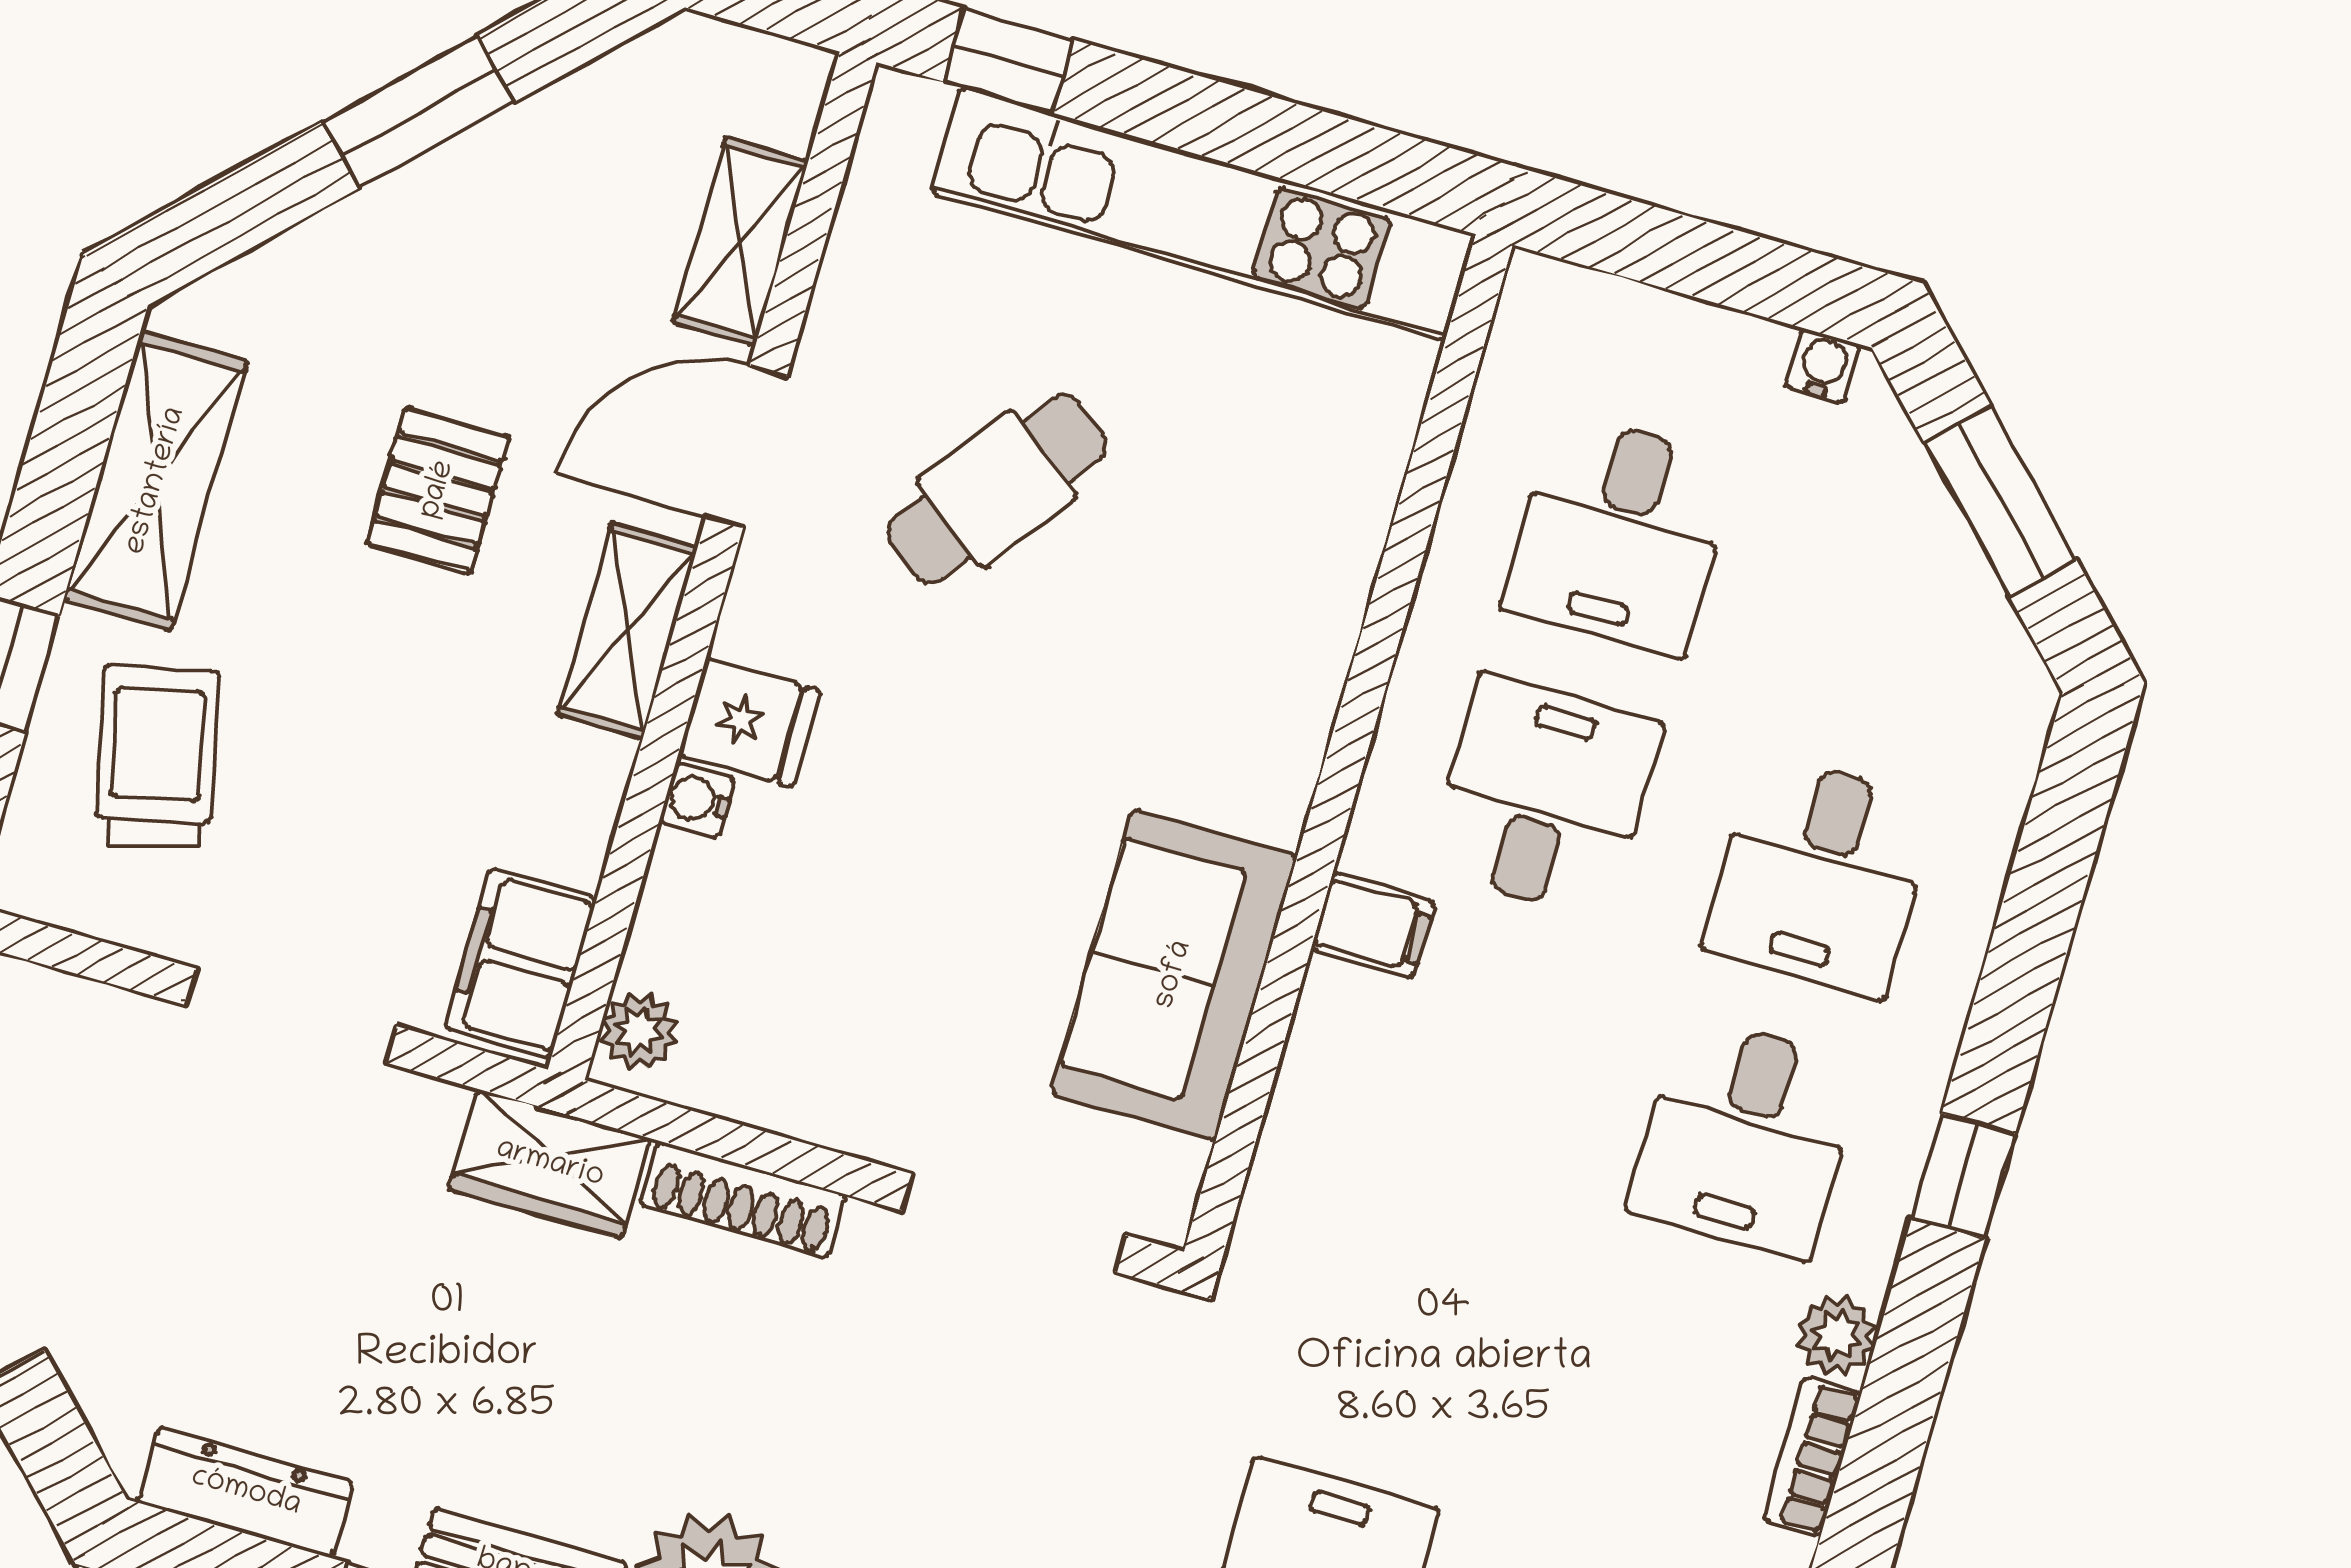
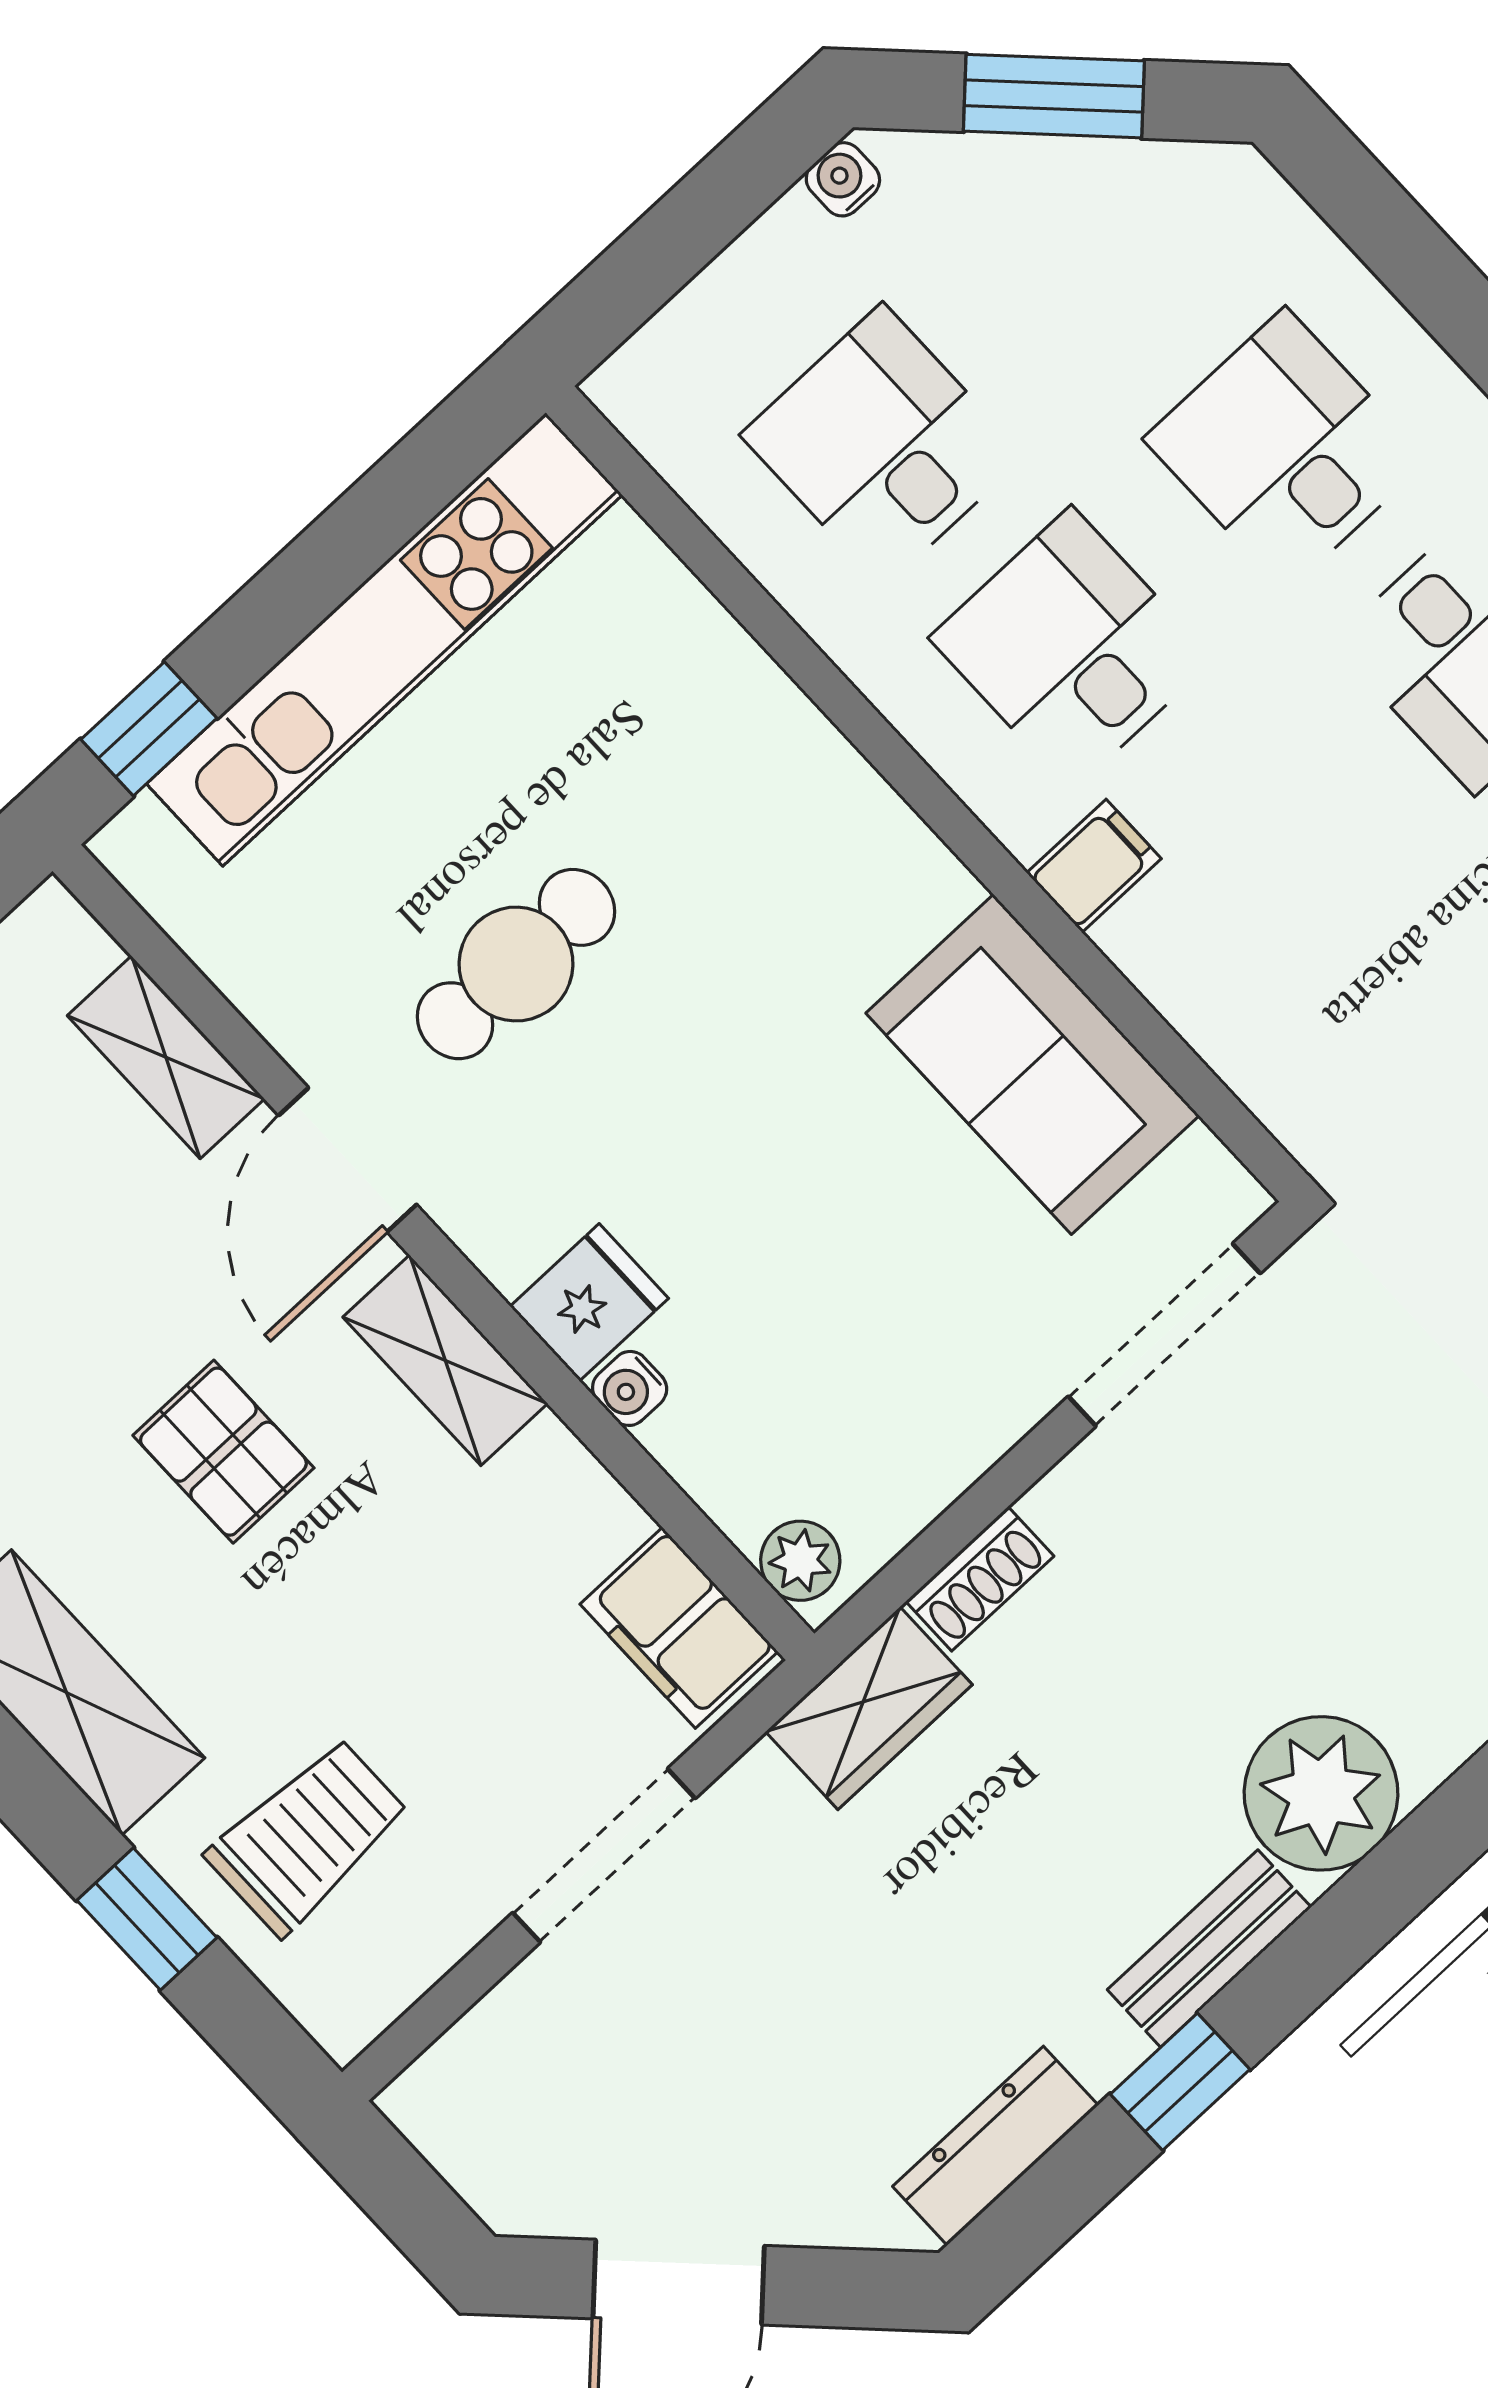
cafe table: (997, 489) -> (516, 964), turned 53
desk: (1619, 534) -> (883, 446), turned 180
trolley: (157, 757) -> (308, 1836), turned 103
desk: (1820, 876) -> (1286, 450), turned 180
shoe rack: (743, 1200) -> (980, 1579), width x0.70

